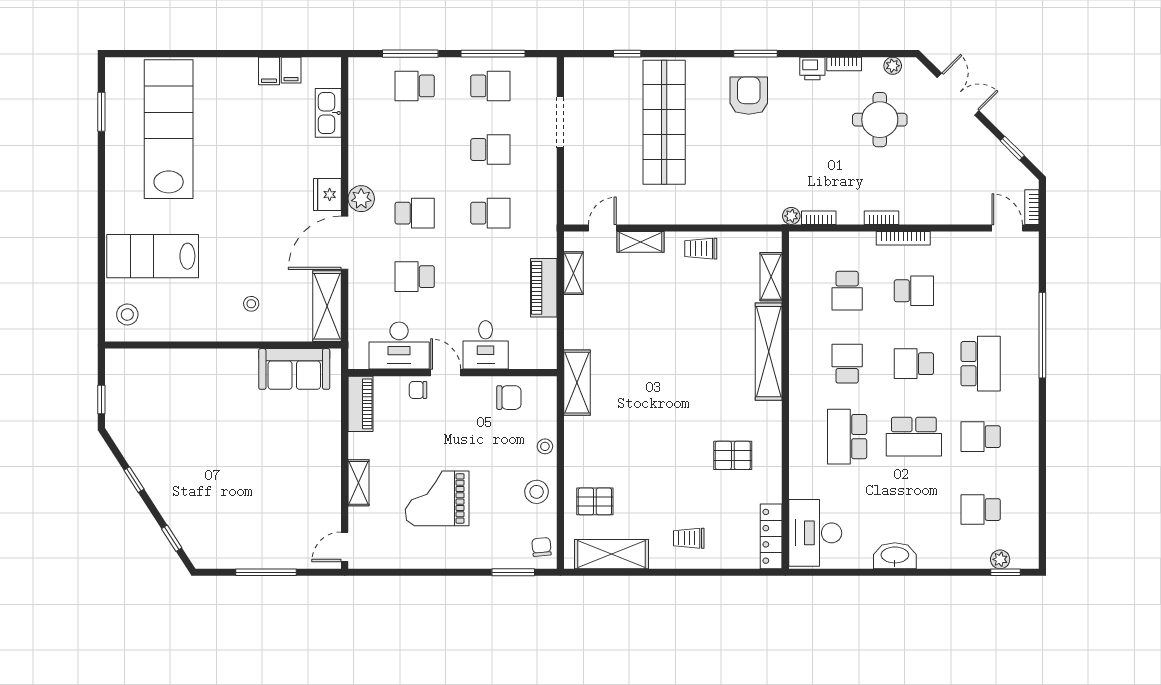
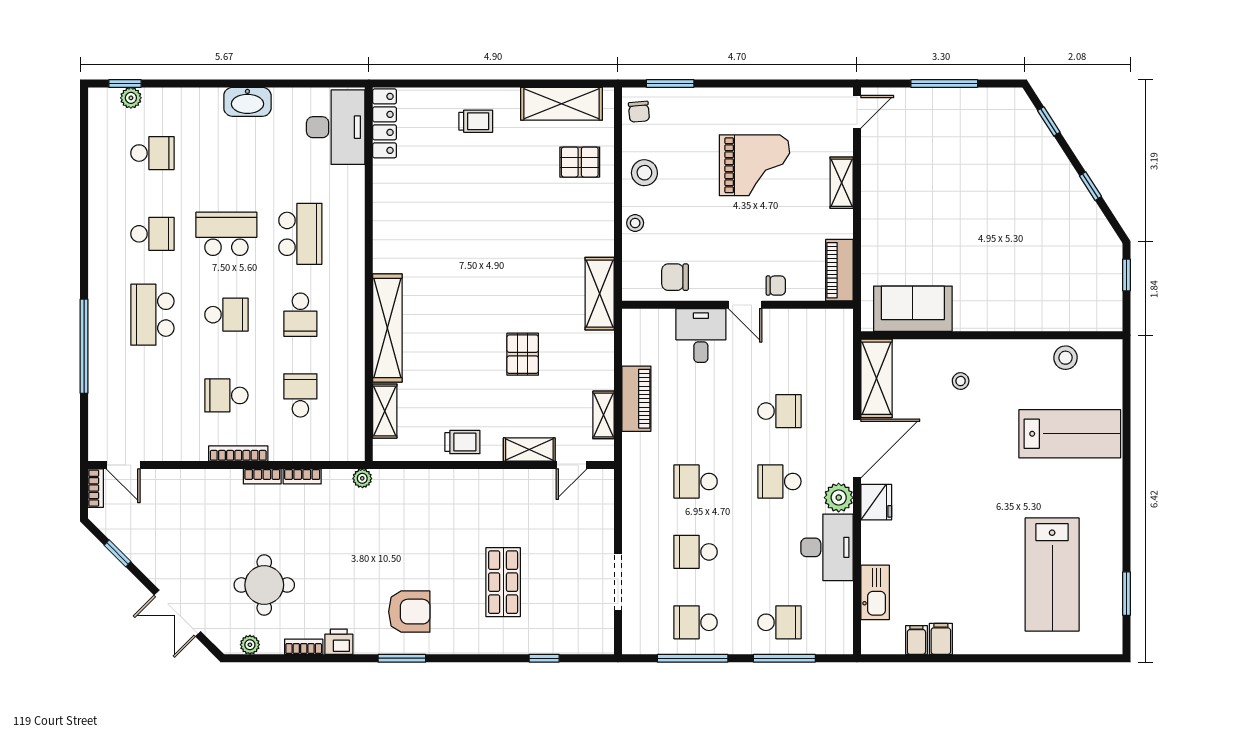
armchair: (749, 96) -> (409, 612), turned -90
shop shelf: (664, 122) -> (503, 582), width x0.50, depth x0.74
lab bench: (169, 129) -> (1052, 574), width x0.73
bookcase: (819, 218) -> (302, 476), moved
stool: (127, 315) -> (1066, 358), moved
desk: (399, 346) -> (827, 547), moved, turned 90
pallet: (733, 455) -> (523, 354), moved, turned 90

